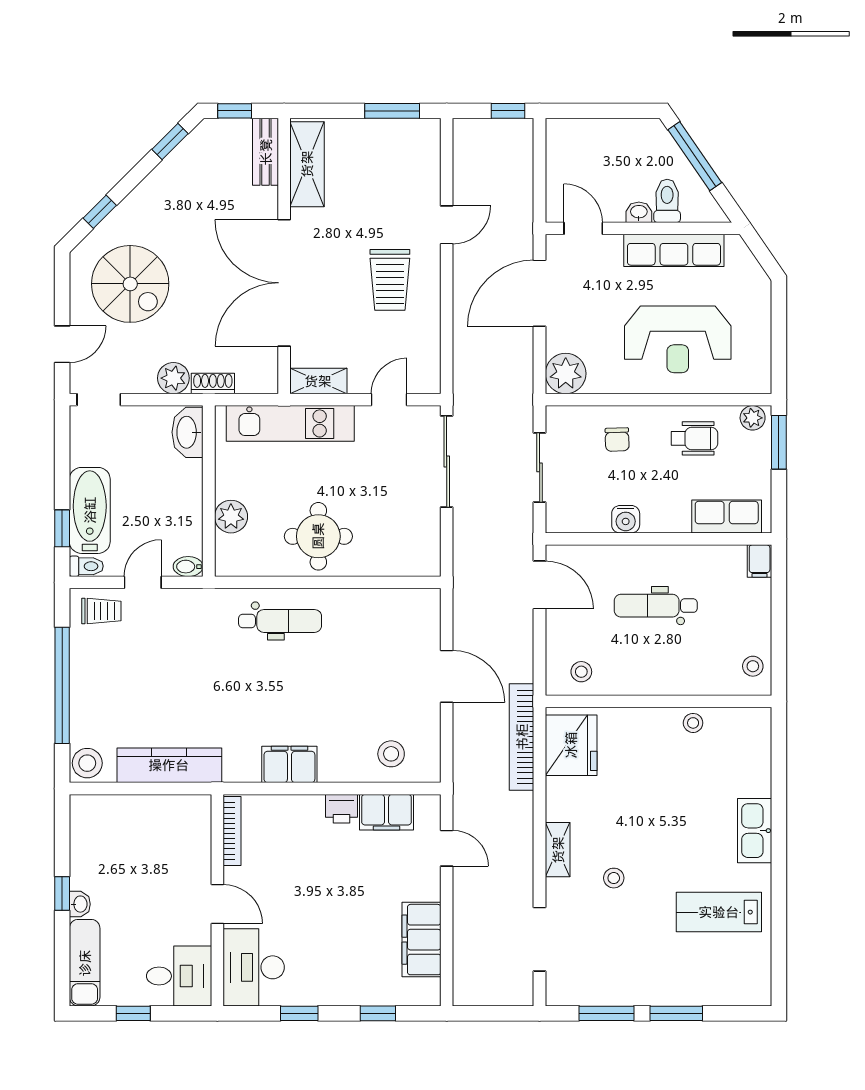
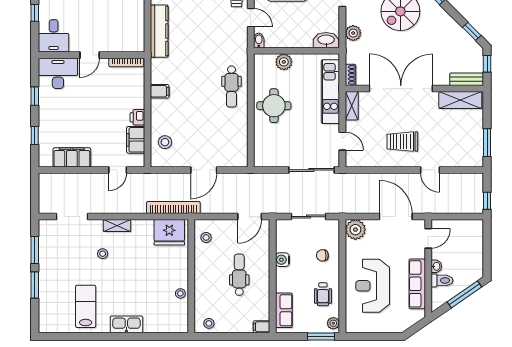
shoe rack: (213, 383) -> (351, 75), moved
filing cabinet: (289, 764) -> (160, 91), width x0.50

